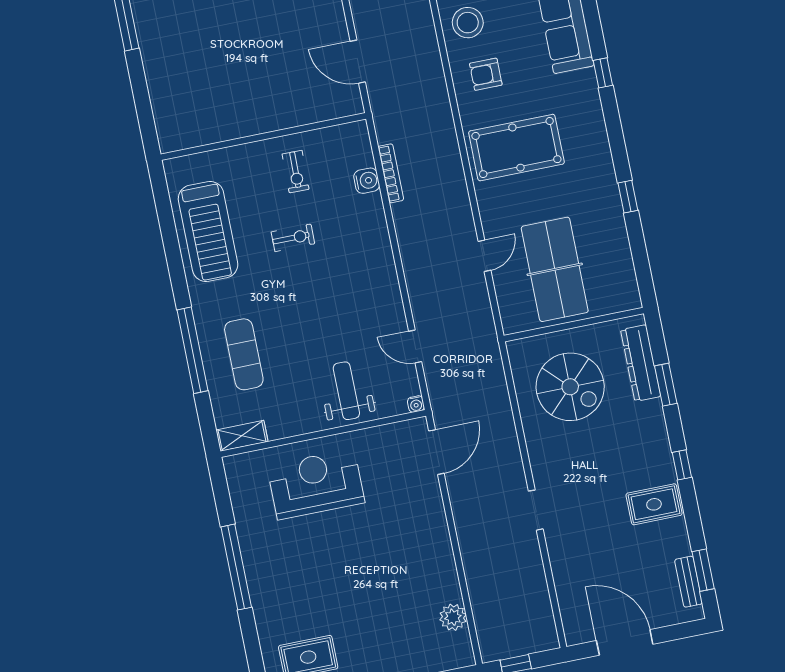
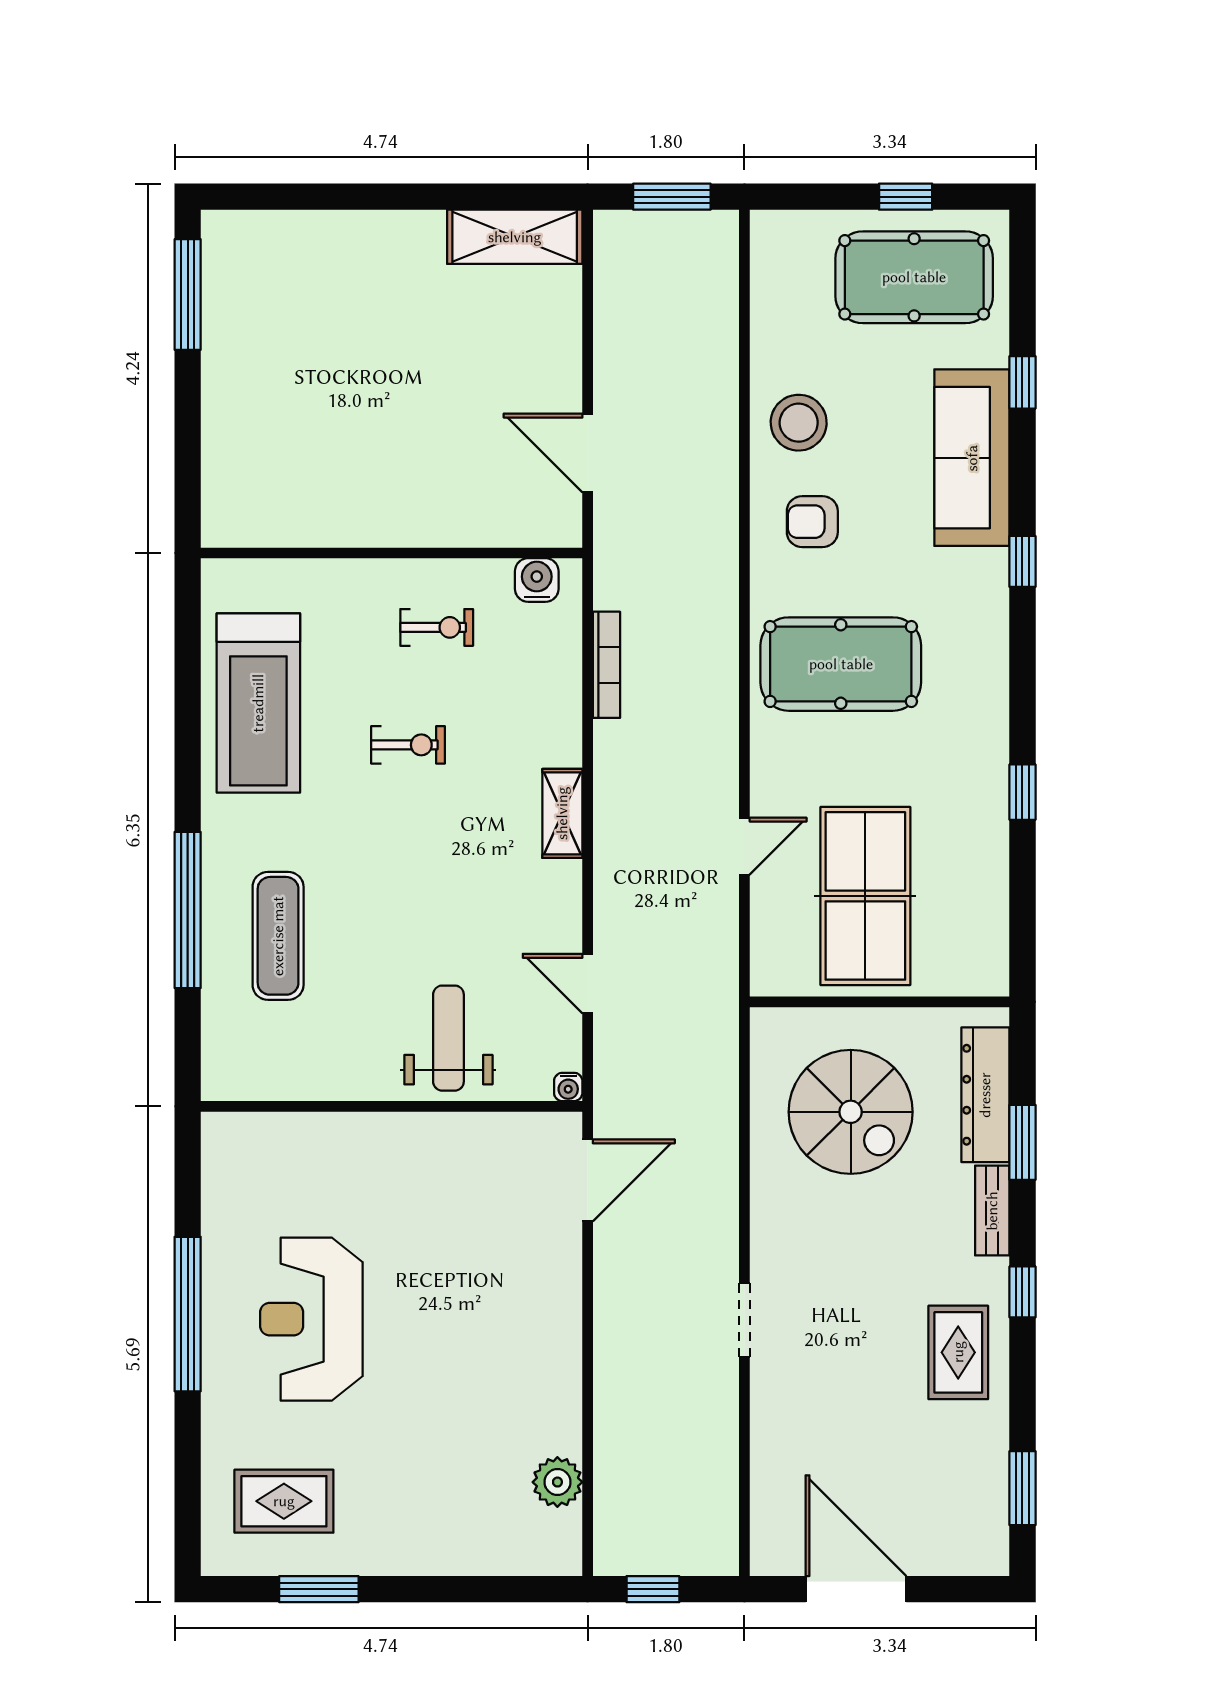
exercise bike: (296, 172) -> (437, 627), turned -91
water cooler: (367, 181) -> (537, 580), moved, turned -90
shelving: (242, 436) -> (562, 813), moved, turned 90
reception desk: (316, 484) -> (311, 1319), moved, turned -90
rug: (654, 504) -> (958, 1352), turned 90
bench: (689, 582) -> (992, 1211), moved

